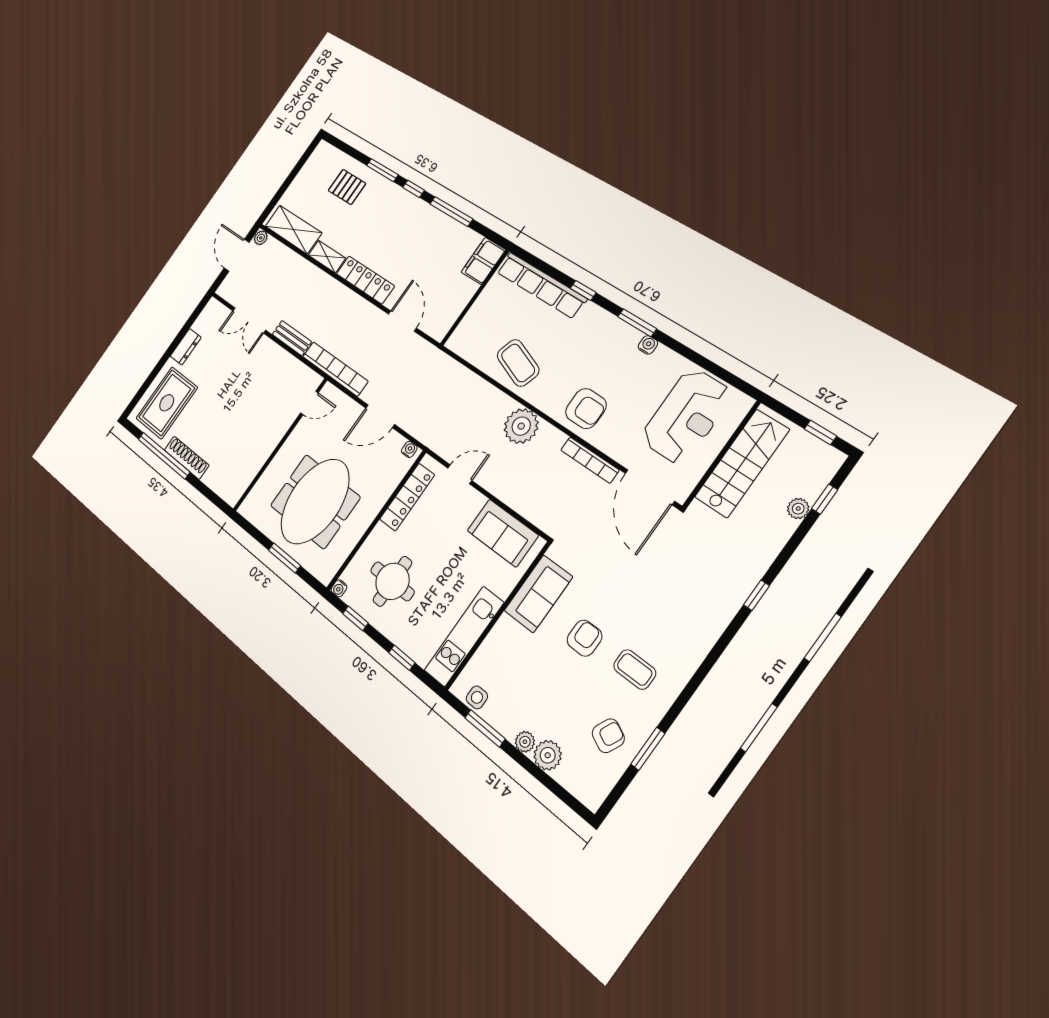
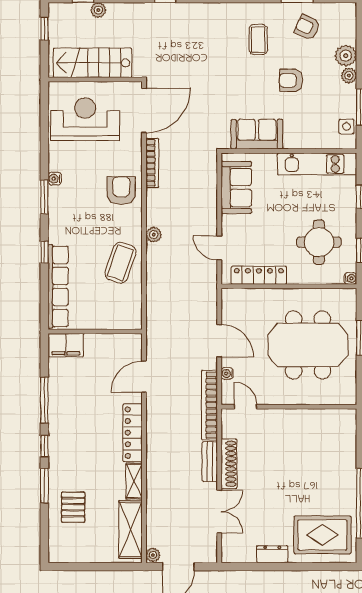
plant: (521, 426) -> (154, 235), width x0.53, depth x0.53
water cooler: (409, 449) -> (227, 373), moved
shoe rack: (187, 458) -> (229, 464), moved, turned 180
armchair: (585, 638) -> (291, 80), moved

